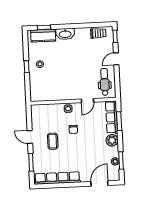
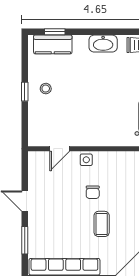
washbasin: (65, 34) -> (103, 44), moved
door: (87, 101) -> (60, 149), moved
coffee table: (53, 141) -> (102, 224), moved

